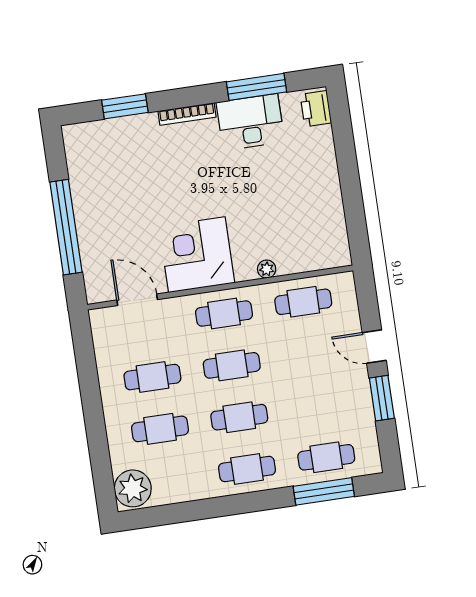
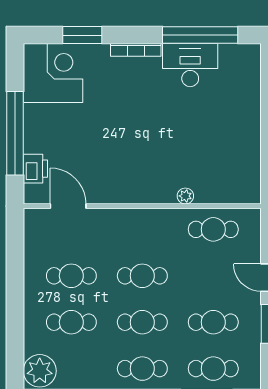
window: (257, 87) -> (200, 35), width x1.46
printer: (316, 109) -> (35, 169), moved, turned 180
corner desk: (197, 255) -> (53, 73), moved, turned 90
cafe table: (224, 314) -> (213, 322), moved

